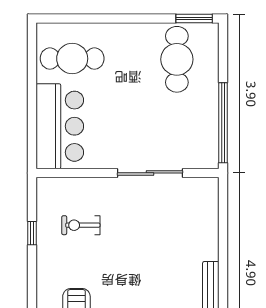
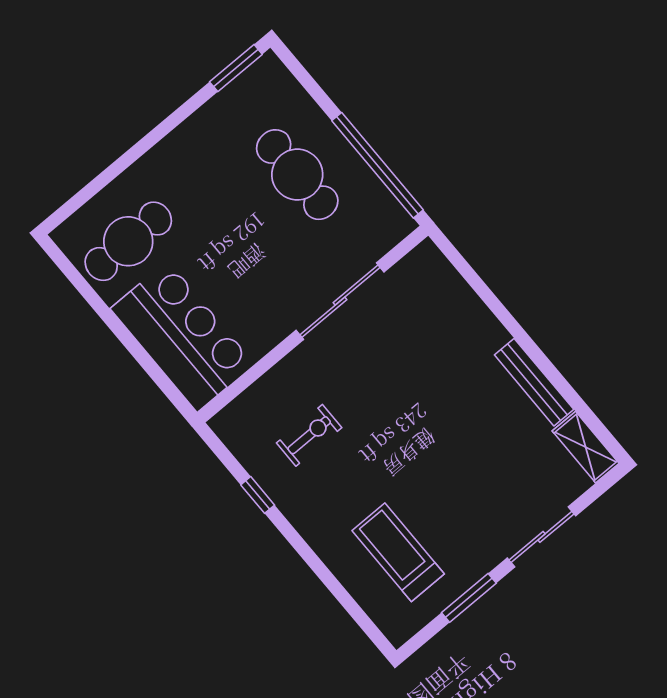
cafe table: (177, 59) -> (297, 175), moved
exercise bike: (81, 225) -> (309, 435), turned 180

